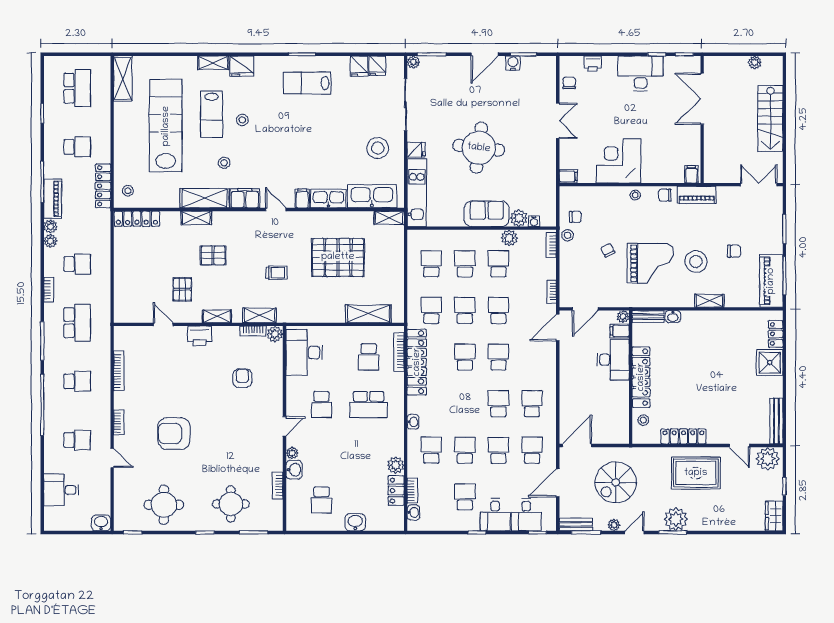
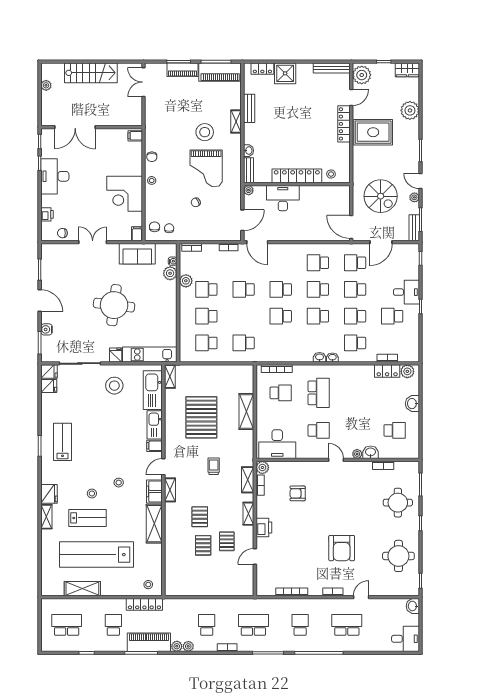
plant: (413, 62) -> (46, 357), removed
water cooler: (513, 63) -> (47, 329), moved
fridge: (359, 66) -> (49, 372), moved
shelving: (123, 78) -> (82, 589), moved
lab bench: (307, 83) -> (63, 442), turned 180
stool: (224, 163) -> (119, 483), moved
piano: (697, 195) -> (183, 70), moved, turned 90
piano: (53, 199) -> (149, 642), width x1.37, depth x1.33
sofa: (487, 214) -> (137, 254), moved, turned -90
shelving: (196, 218) -> (170, 490), moved
locker: (137, 219) -> (171, 577), removed
stool: (568, 235) -> (184, 234), removed
chair: (734, 251) -> (155, 227), moved
pallet: (177, 260) -> (203, 545), added
grand piano: (650, 263) -> (206, 168), turned 180
pallet: (182, 289) -> (227, 541), turned 90
door: (585, 309) -> (242, 220), hinge flipped
school desk: (465, 310) -> (318, 316), moved
shelving: (368, 314) -> (246, 412), moved
bench: (726, 317) -> (249, 108), added
filing cabinet: (620, 331) -> (260, 193), removed
locker: (417, 362) -> (285, 355), removed
locker: (683, 436) -> (344, 124), moved
school desk: (77, 440) -> (347, 625), width x1.85
plant: (396, 465) -> (407, 371), moved
rug: (696, 473) -> (373, 132), turned 90
door: (558, 483) -> (381, 242), hinge flipped
desk: (61, 490) -> (406, 639), moved, turned -90
washbasin: (413, 512) -> (320, 357), moved
desk: (526, 515) -> (406, 267), removed
plant: (676, 519) -> (410, 110), moved

